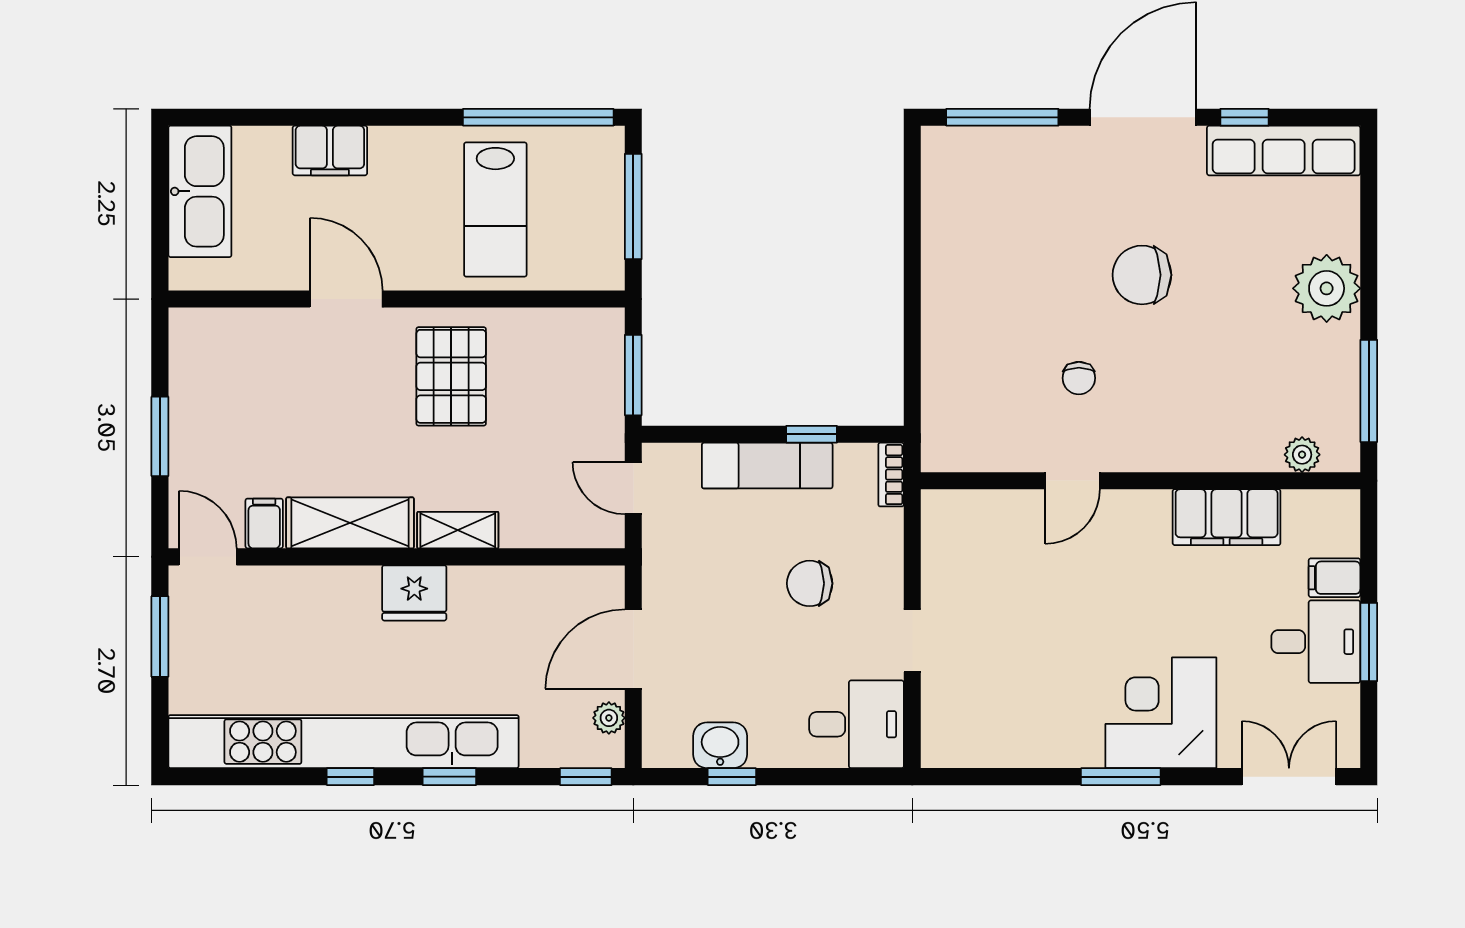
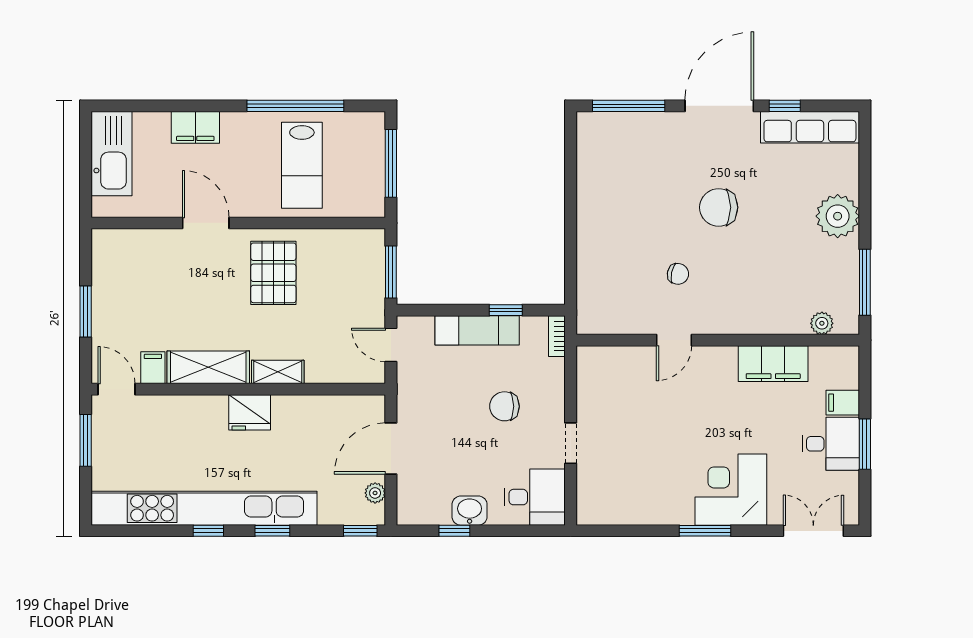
window: (538, 117) -> (295, 106), moved
chair: (1079, 378) -> (678, 274), turned -79
washbasin: (720, 745) -> (470, 511), moved

